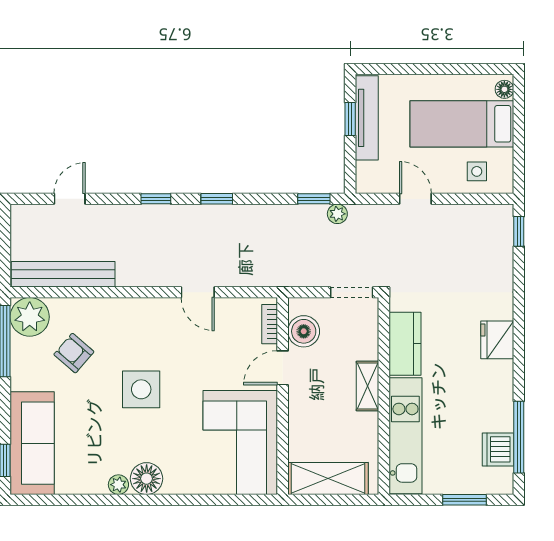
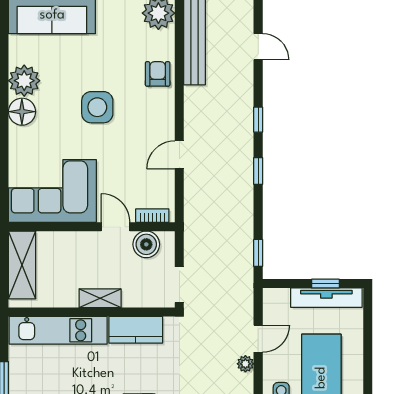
plant: (337, 214) -> (245, 364), moved
armchair: (74, 353) -> (158, 74), moved, turned -41
plant: (118, 485) -> (24, 81), width x1.88, depth x1.88

